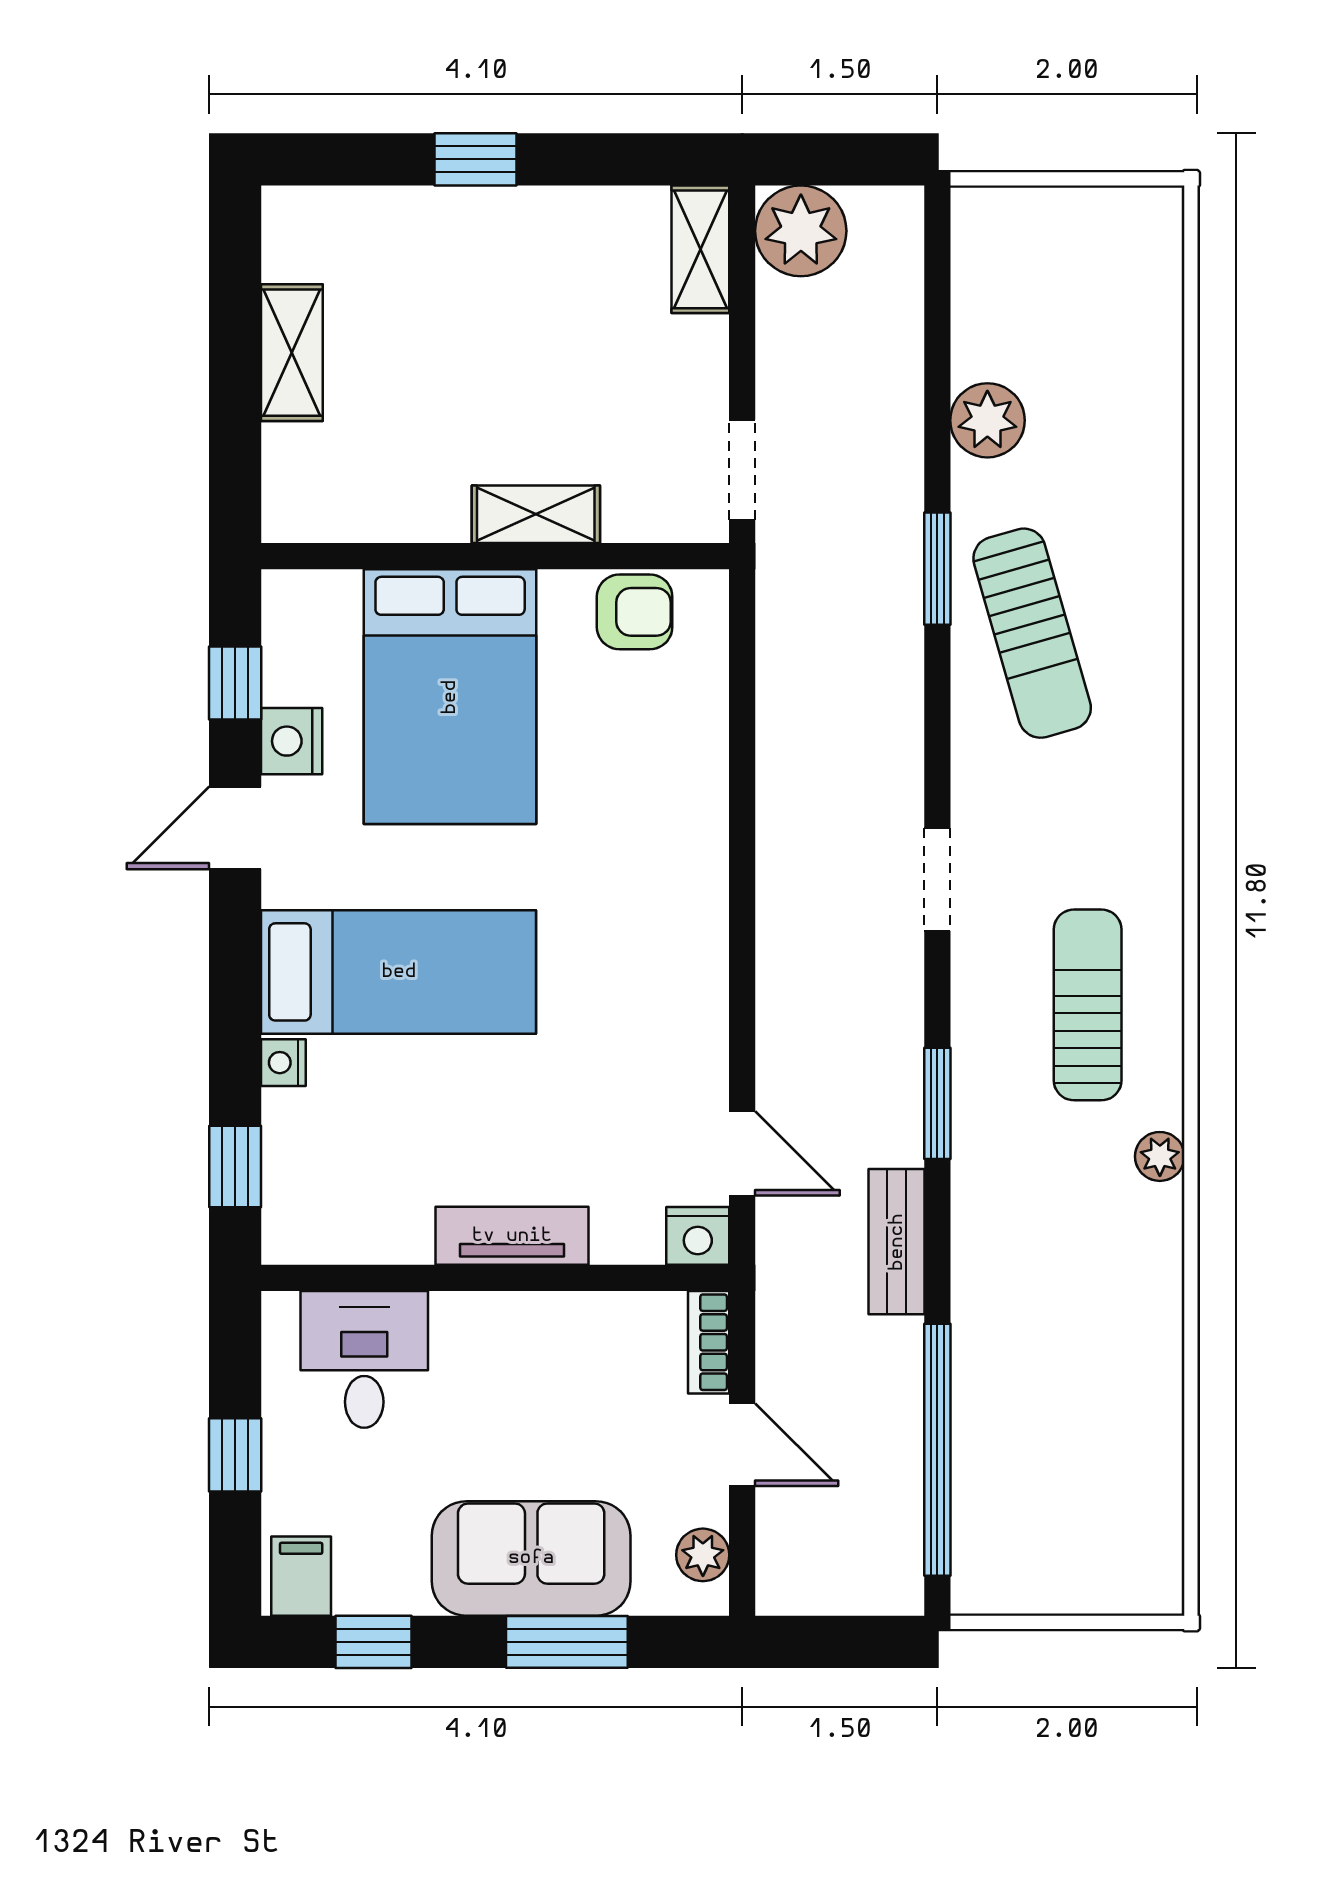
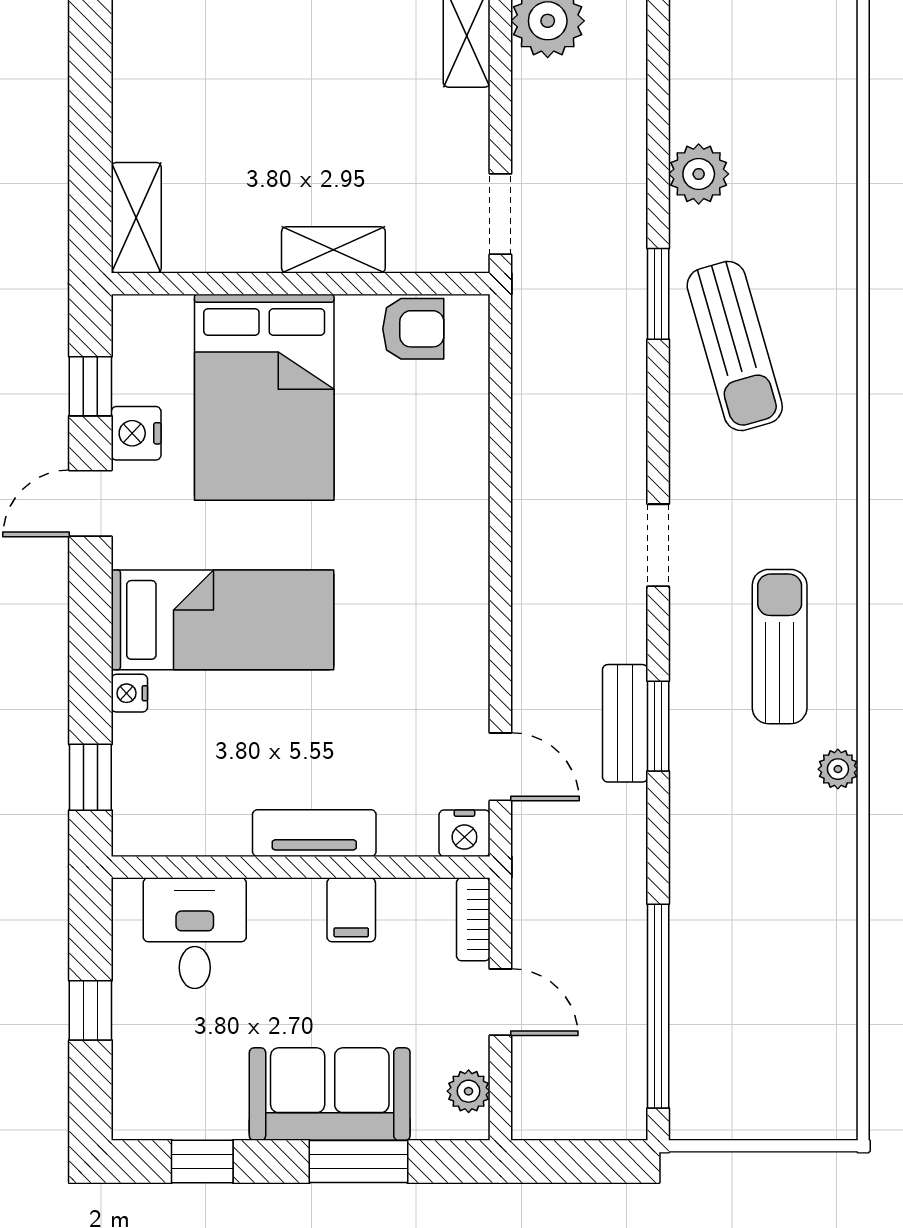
shelving: (292, 353) -> (136, 218), moved
bench: (897, 1242) -> (625, 723), moved
filing cabinet: (301, 1576) -> (351, 910), moved, turned 180

